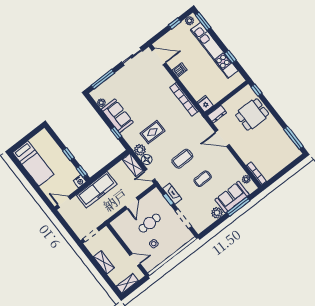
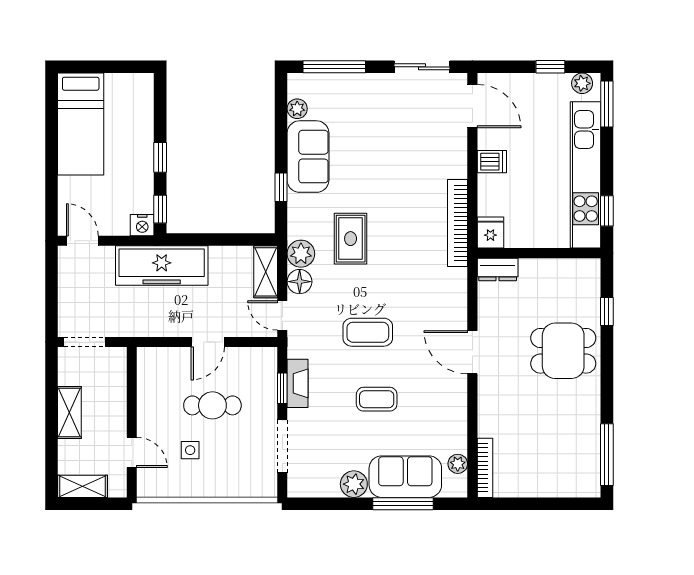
wall: (227, 98) -> (539, 253), moved
fridge: (205, 104) -> (490, 233), moved
dresser: (217, 114) -> (498, 269), moved
rug: (153, 132) -> (351, 239), turned 90

